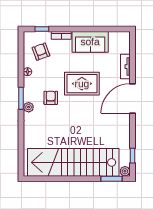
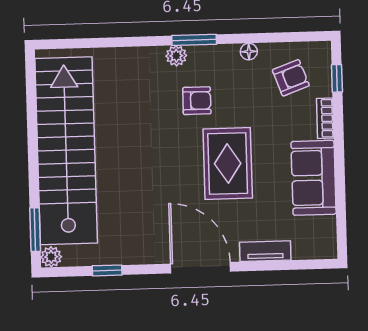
window: (132, 156) -> (107, 270), moved

